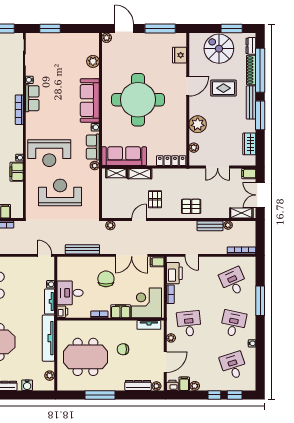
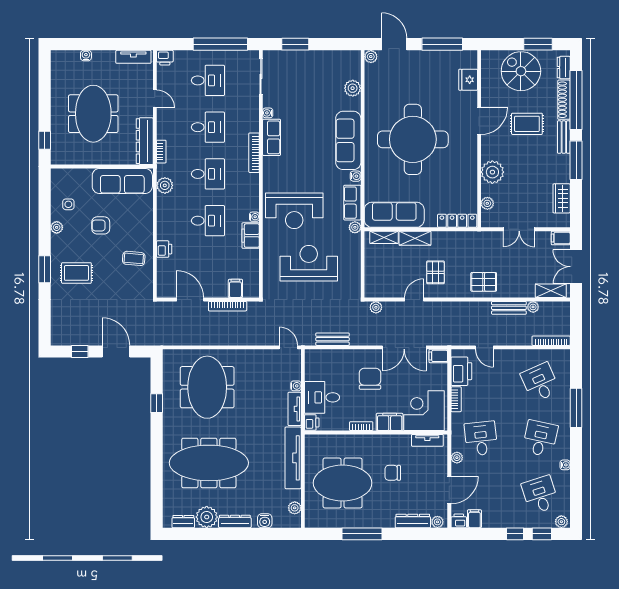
bench: (251, 102) -> (564, 137), width x0.73
bench: (82, 249) -> (332, 339), width x0.73
plant: (195, 386) -> (561, 522), moved

